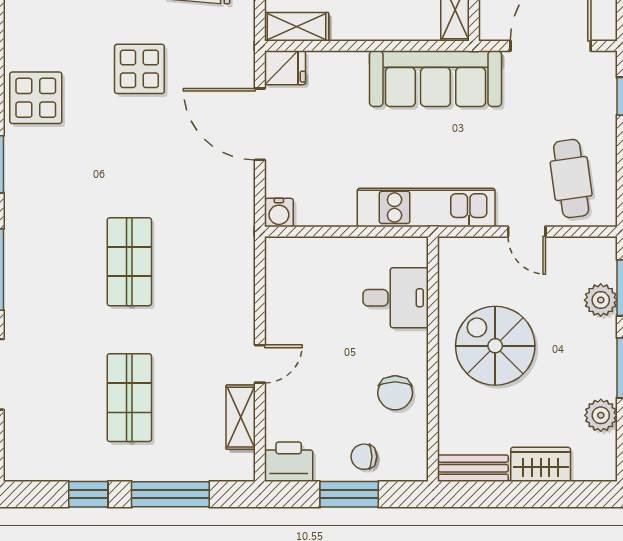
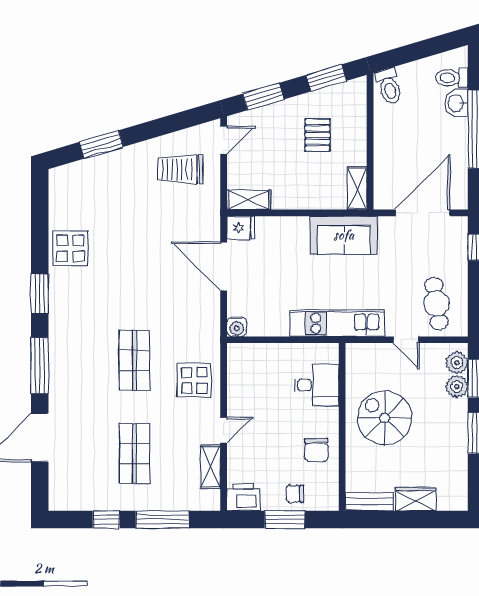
display table: (139, 69) -> (194, 380), moved
sofa: (435, 79) -> (344, 235), width x0.73
plant: (601, 415) -> (457, 363), moved

